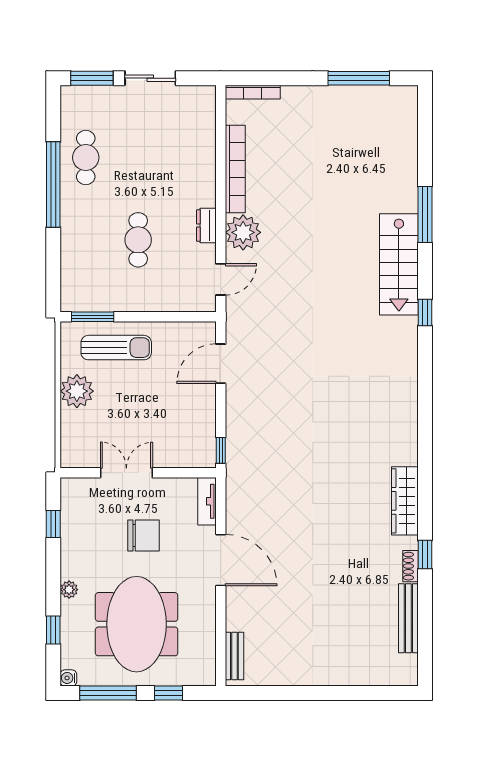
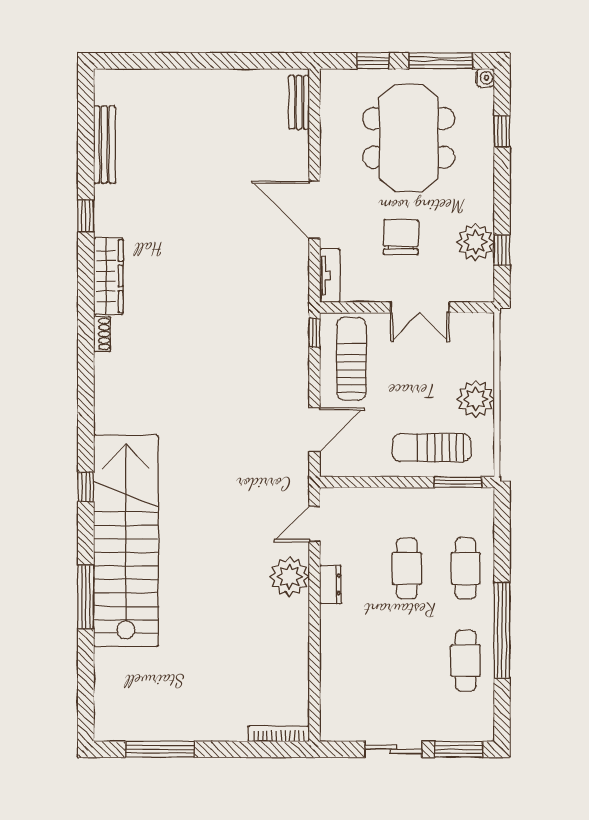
bookcase: (235, 169) -> (298, 648), removed
cafe table: (86, 240) -> (466, 568), added
stairs: (399, 264) -> (126, 541), width x1.86, depth x1.51
sun lounger: (188, 427) -> (351, 359), added
chair: (143, 536) -> (401, 237), turned 91
shoe rack: (410, 566) -> (102, 334), moved
plant: (69, 590) -> (476, 242), moved, width x1.88, depth x1.88

